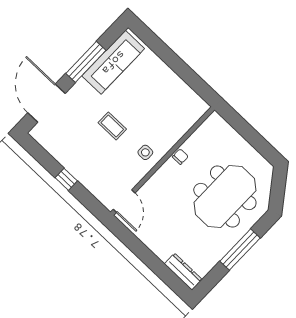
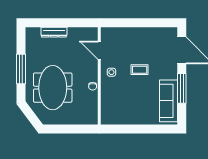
window: (66, 179) -> (137, 23), removed
door: (124, 201) -> (99, 50), moved
dresser: (183, 272) -> (54, 32), moved

